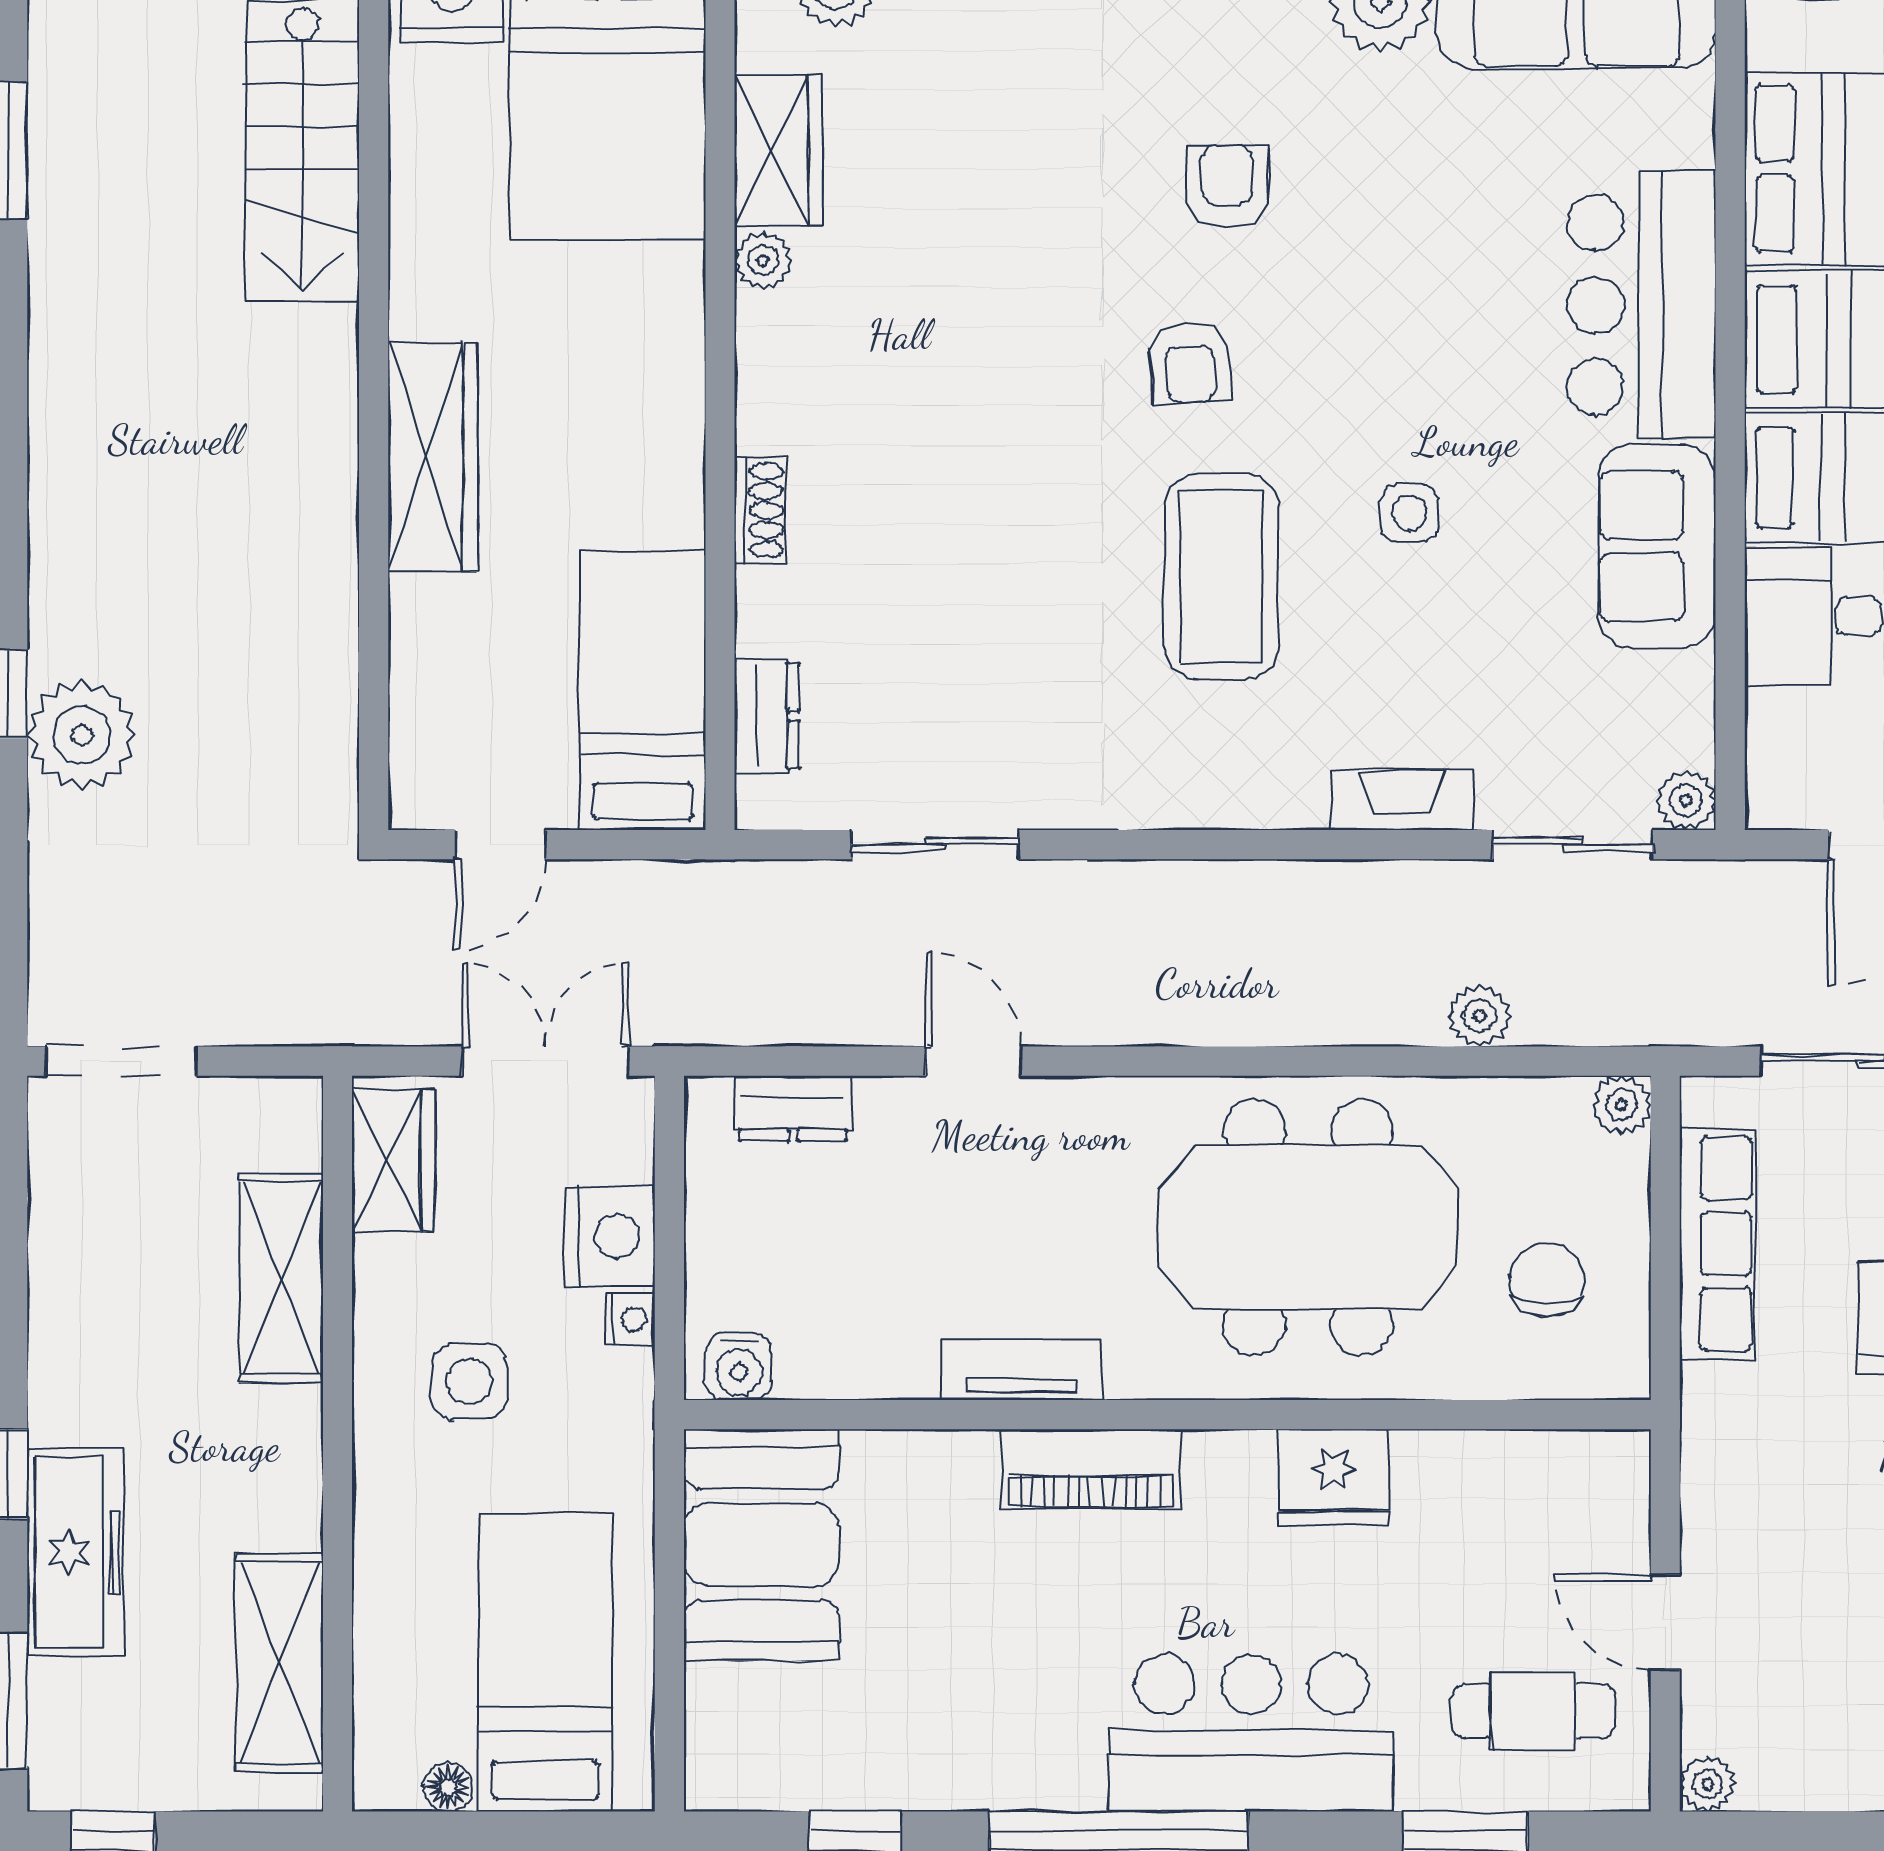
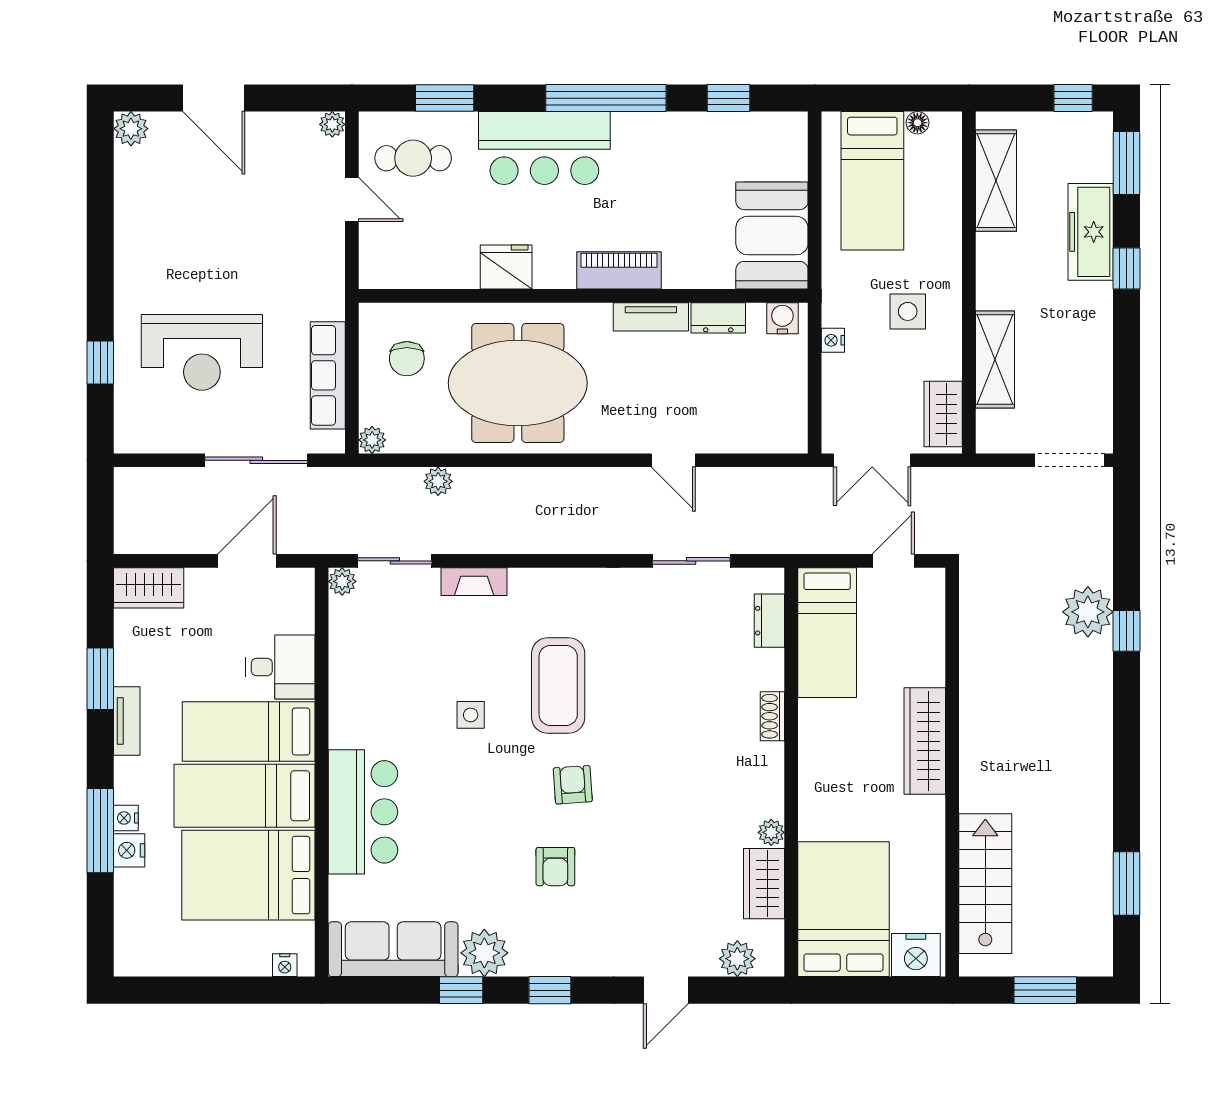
sofa: (1657, 546) -> (356, 700), removed
dresser: (793, 1108) -> (718, 318), moved, turned 180
nightstand: (610, 1237) -> (842, 379), removed

